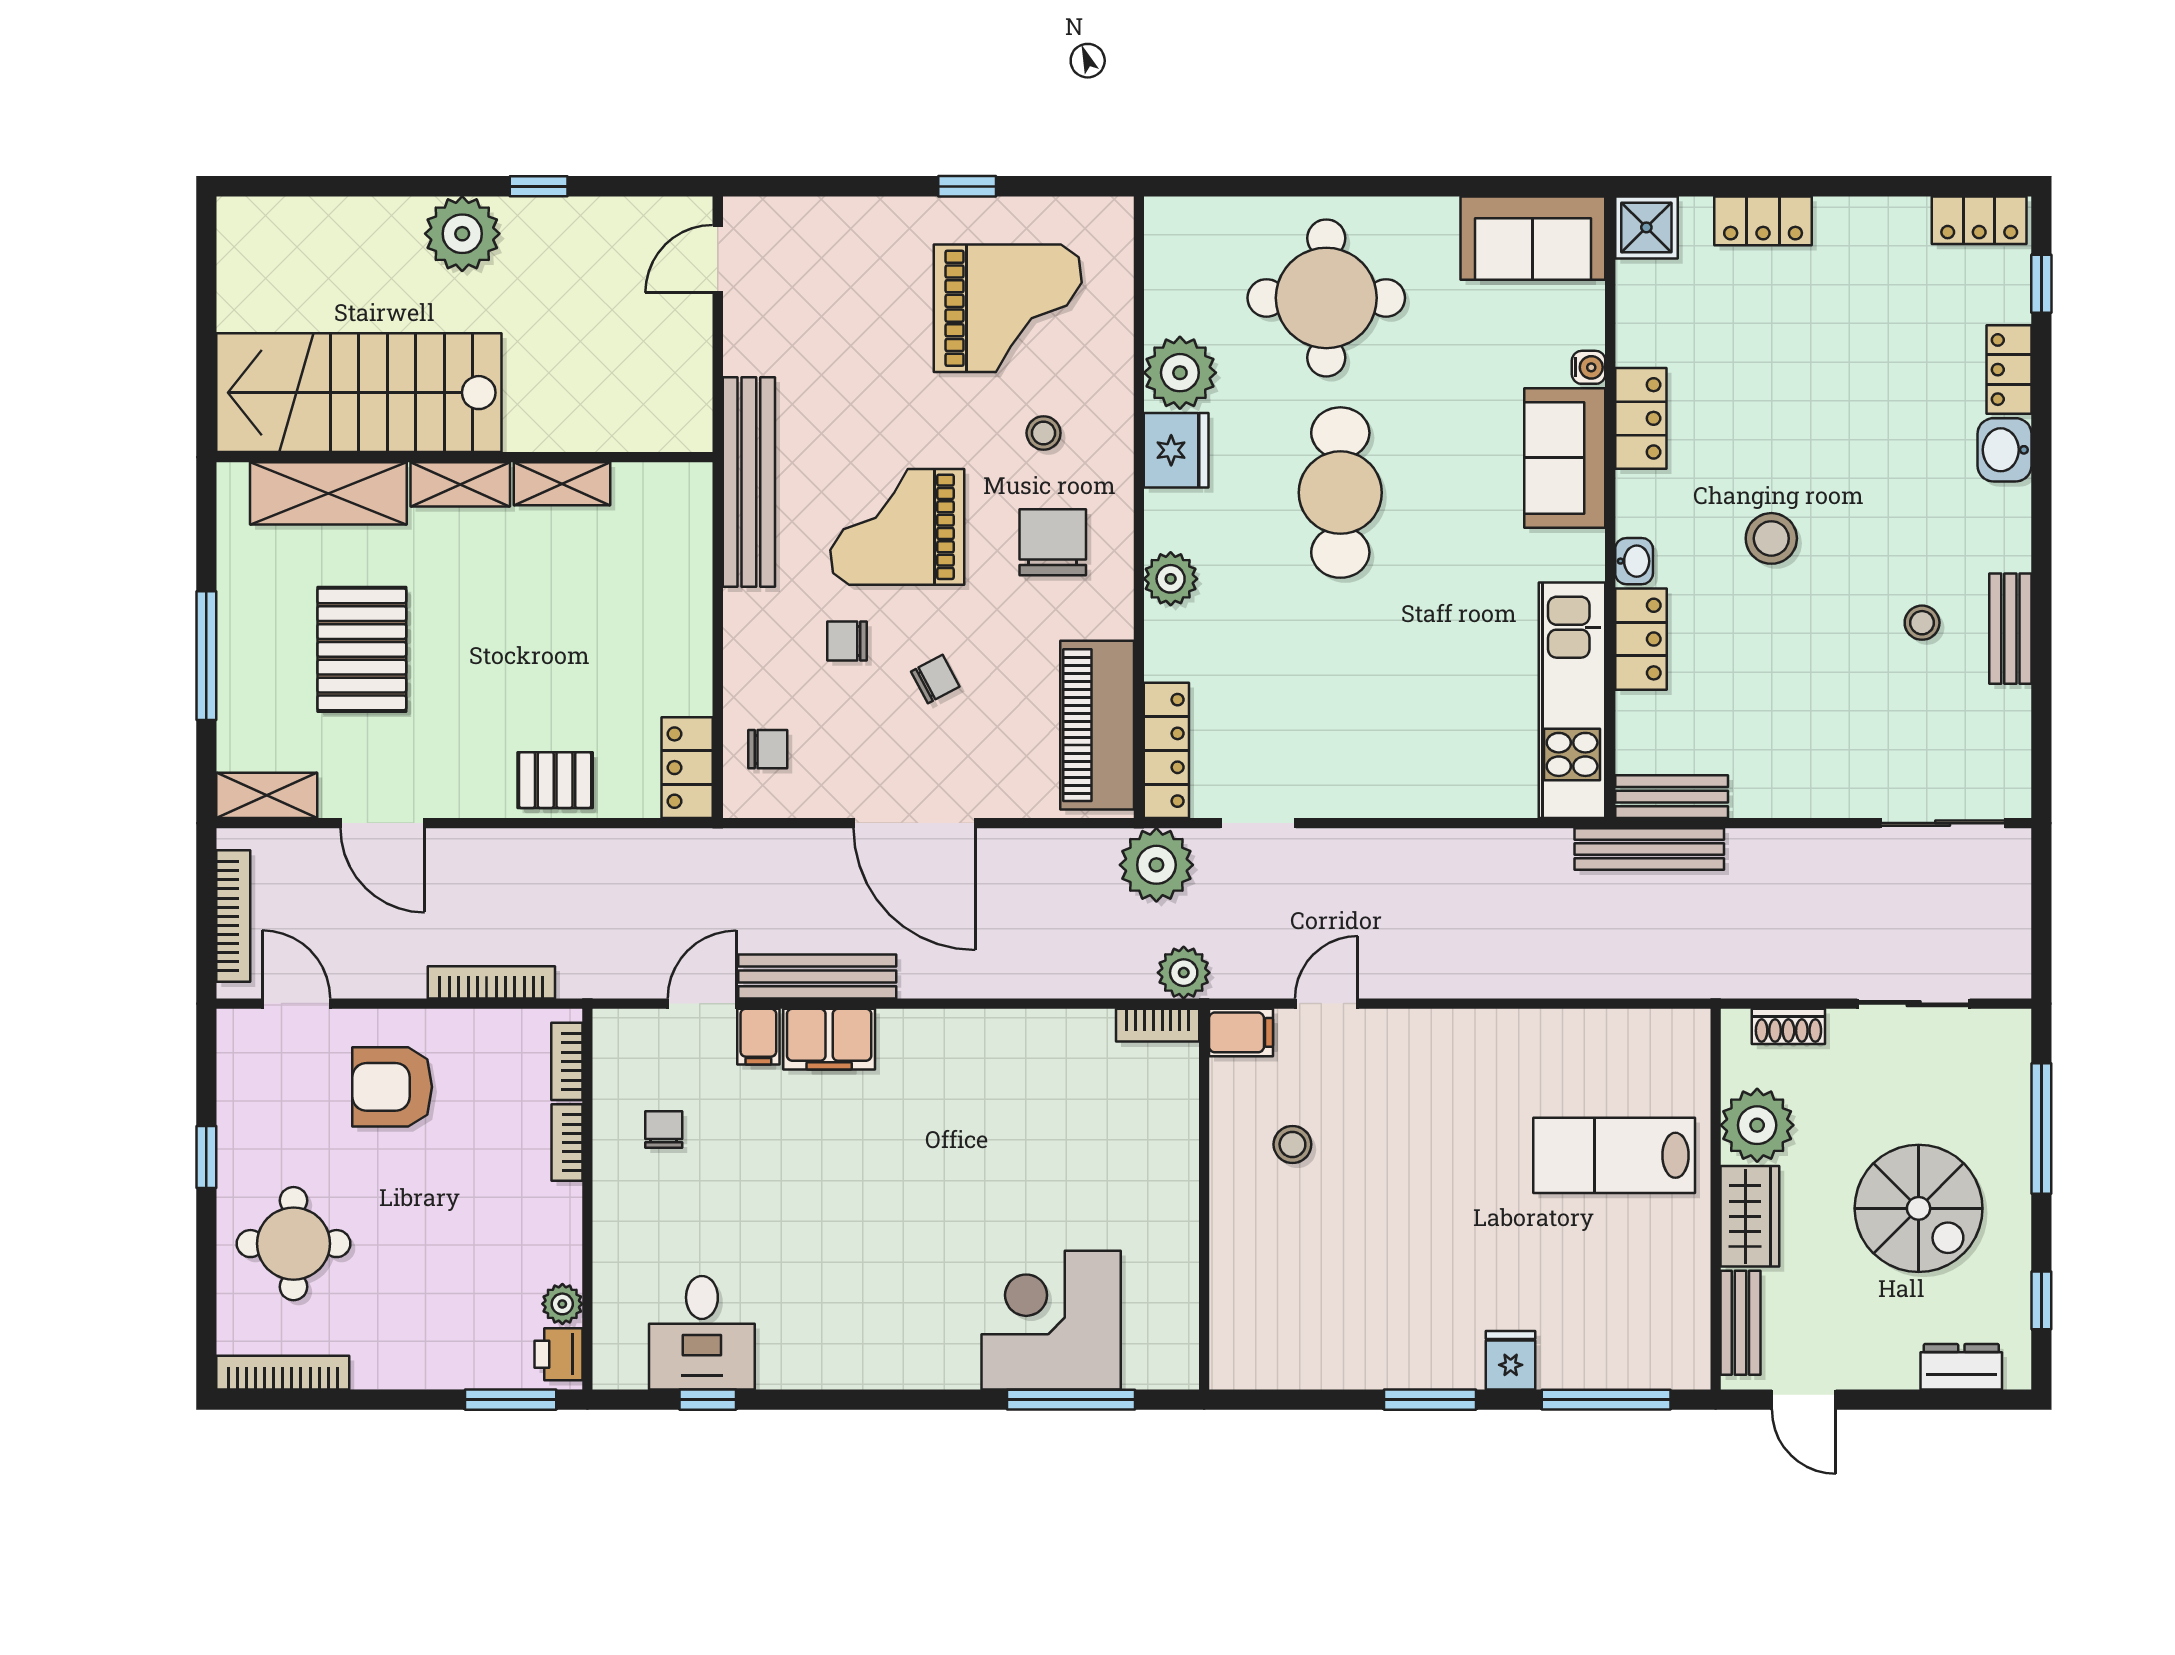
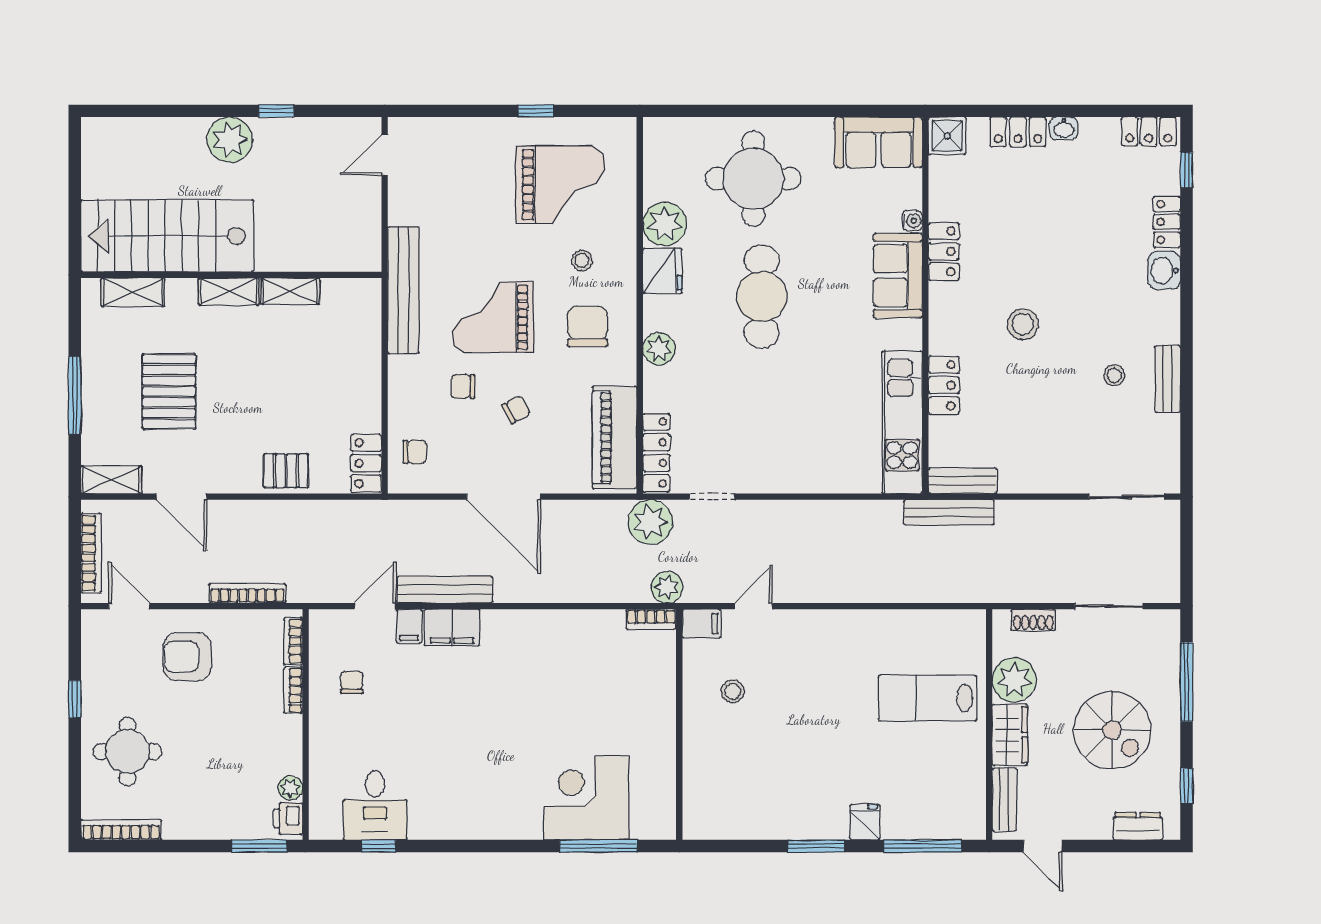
shelving: (328, 493) -> (133, 292), width x0.67, depth x0.75
washbasin: (1634, 561) -> (1064, 128), moved, turned 90

